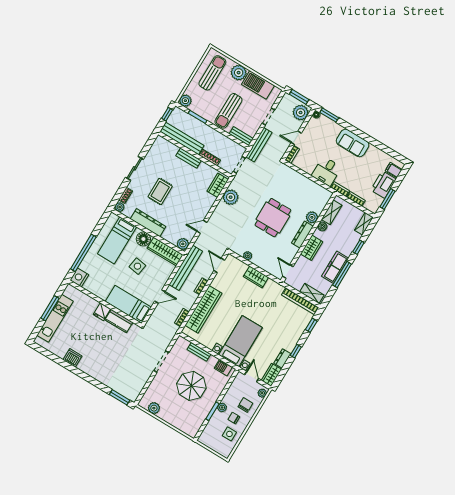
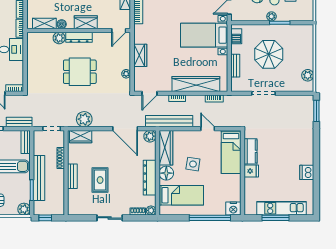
bench: (182, 139) -> (39, 178), moved
bench: (259, 145) -> (19, 122), width x0.73
rug: (160, 191) -> (100, 180), moved, turned 90
door: (202, 227) -> (125, 129), width x1.87

